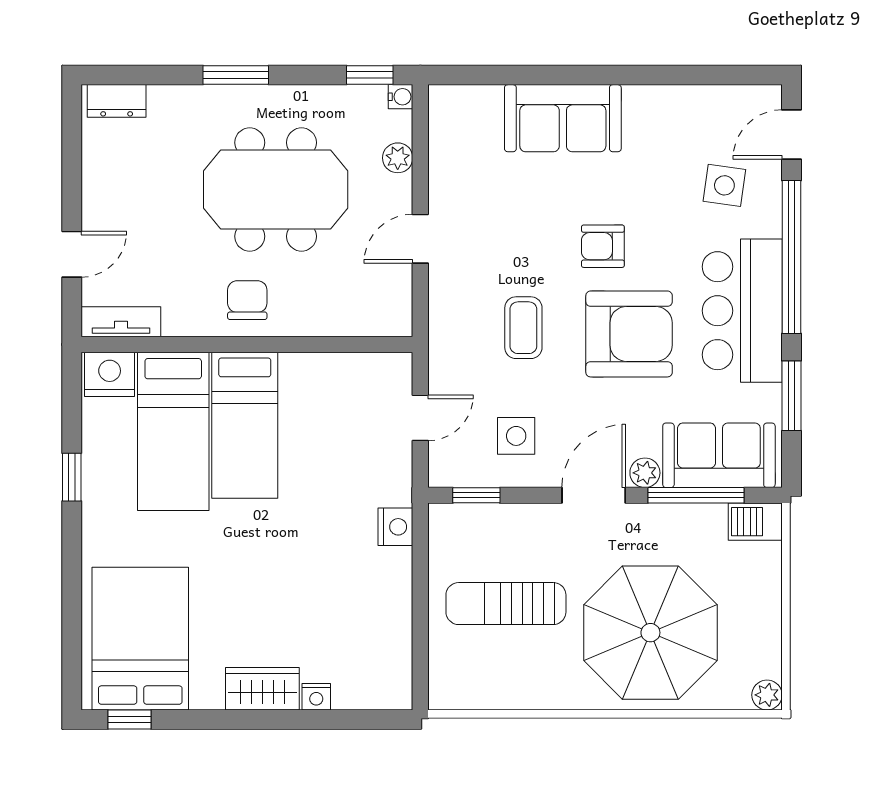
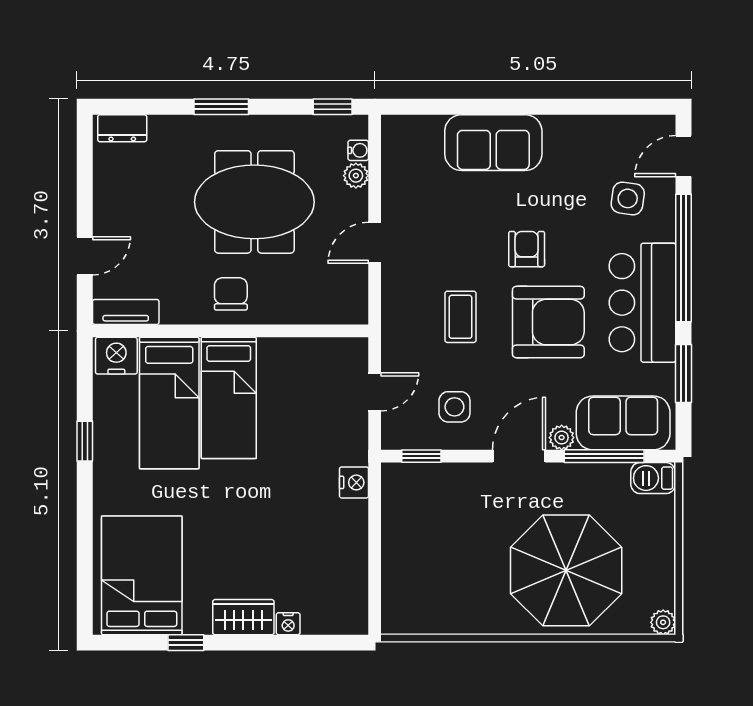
water cooler: (401, 97) -> (358, 150), moved
armchair: (603, 246) -> (527, 249), turned 90
sun lounger: (506, 604) -> (446, 546), removed
window: (129, 719) -> (186, 643), moved

